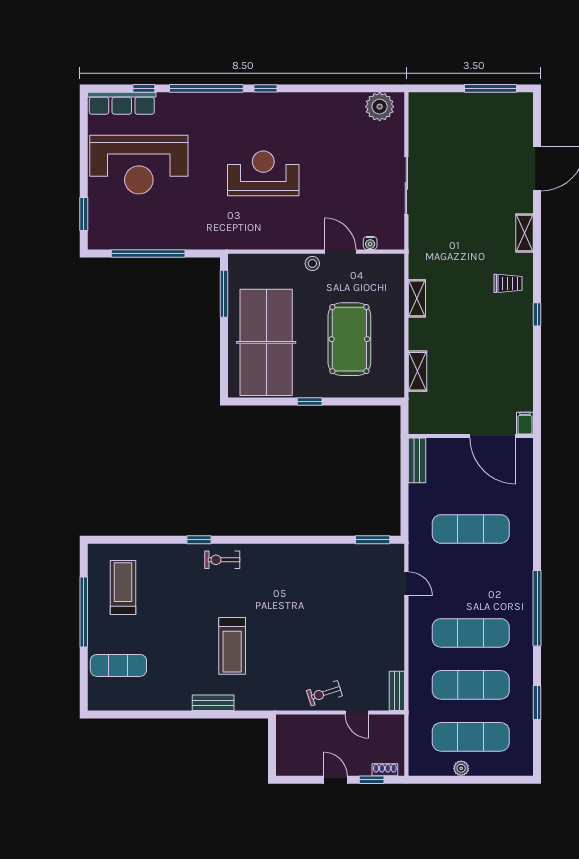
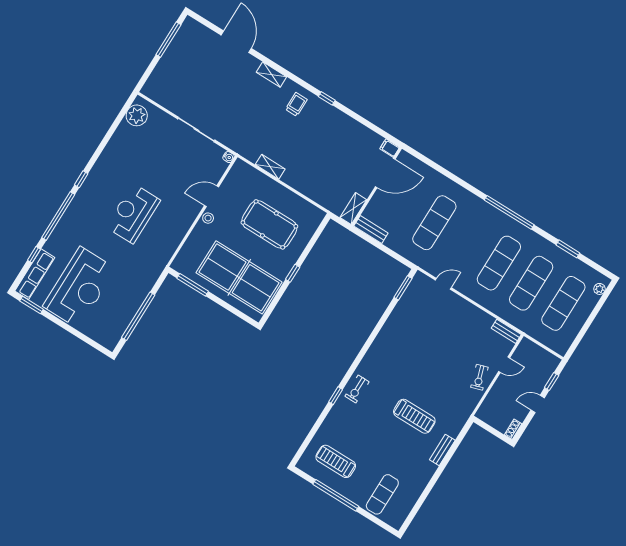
window: (84, 214) -> (32, 305), moved
water cooler: (370, 243) -> (229, 157), moved
shelving: (417, 371) -> (353, 209), moved, turned 90
plant: (461, 768) -> (600, 289), moved
shoe rack: (385, 770) -> (513, 429), moved

